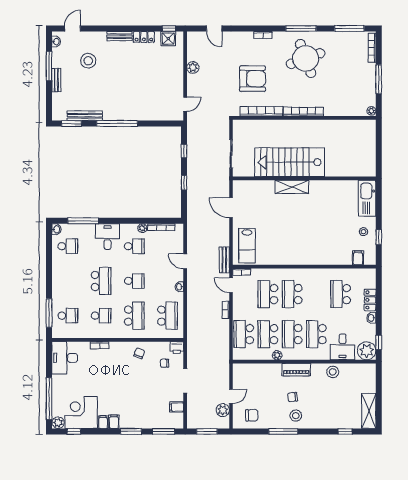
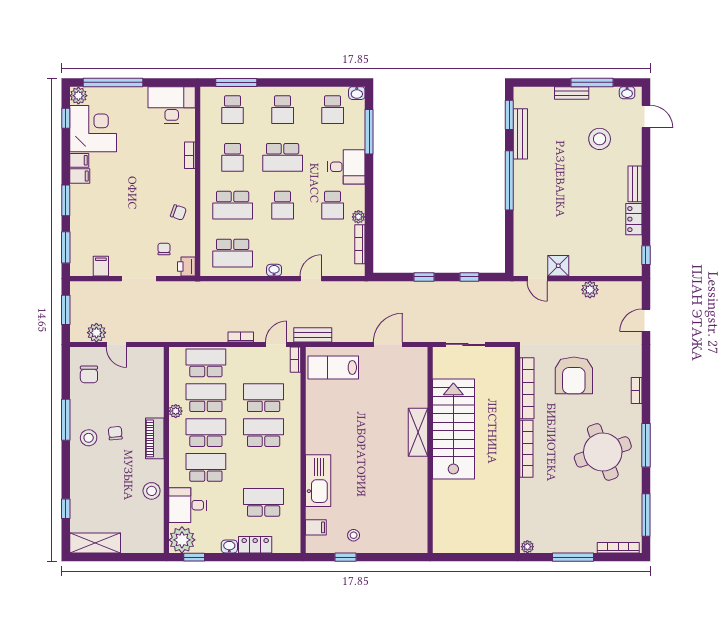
shower: (168, 39) -> (558, 266), moved
kitchen sink: (367, 198) -> (318, 481), moved, turned 90
school desk: (68, 281) -> (283, 110), added

